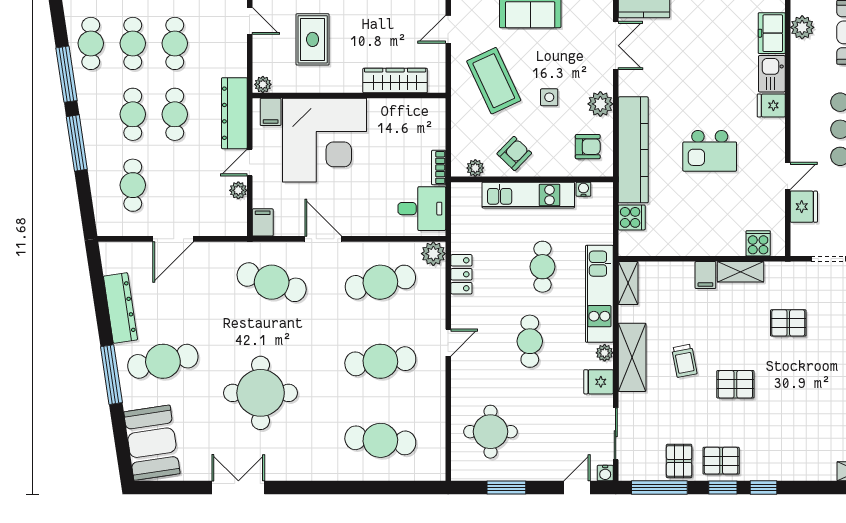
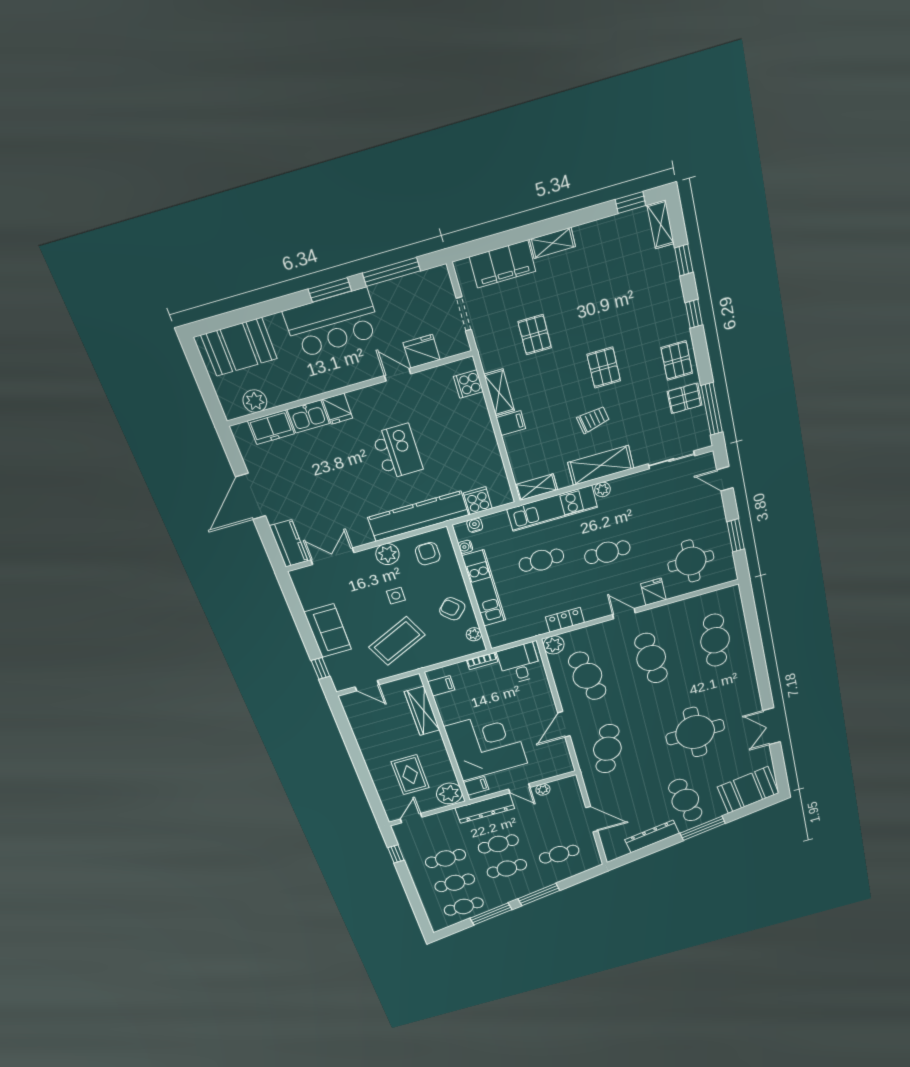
rug: (313, 39) -> (410, 775), turned 90
plant: (263, 84) -> (449, 794), width x1.87, depth x1.87
filing cabinet: (263, 222) -> (441, 686), moved, turned 180
fridge: (598, 382) -> (653, 592), moved, turned 180
water cooler: (605, 473) -> (475, 525), moved, turned -90
window: (723, 488) -> (684, 260), moved

